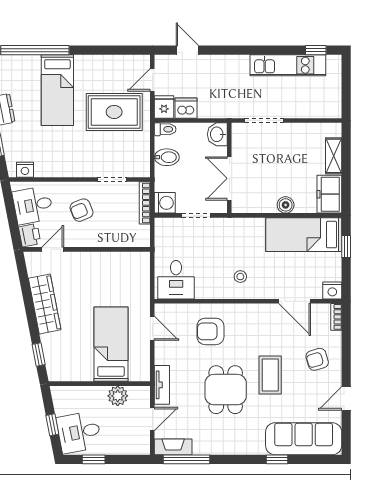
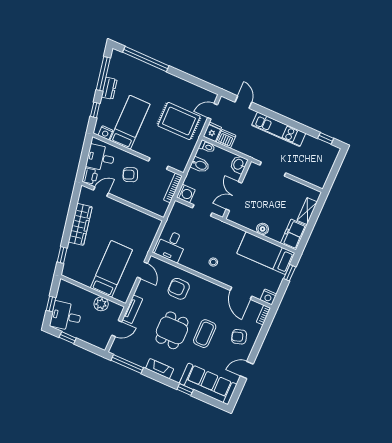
kitchen unit: (288, 65) -> (279, 129), moved
bed: (57, 90) -> (130, 122), moved, turned 180
fireplace: (173, 447) -> (160, 369), moved

